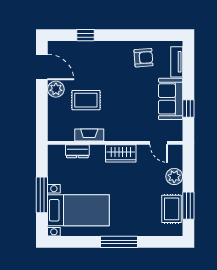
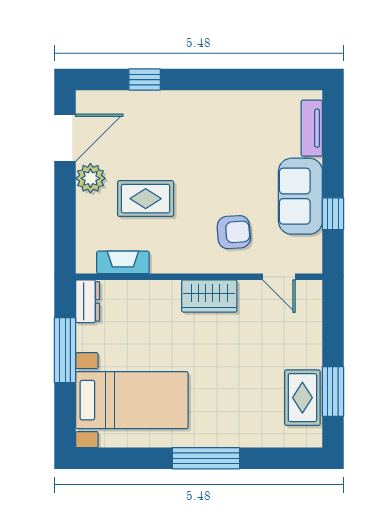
armchair: (143, 58) -> (234, 232), moved
door: (42, 67) -> (65, 138), hinge flipped
fireplace: (89, 135) -> (123, 262), moved
dresser: (77, 151) -> (88, 301), moved, turned -90
plant: (174, 176) -> (307, 338), removed
window: (42, 195) -> (65, 350), moved

